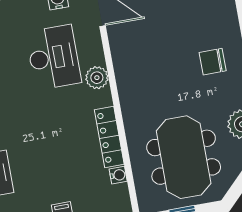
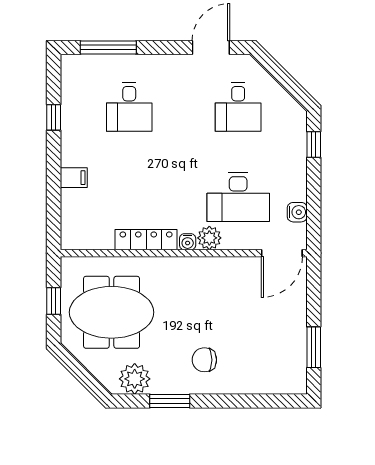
chair: (213, 62) -> (204, 360), turned -90
water cooler: (118, 175) -> (188, 242), moved

